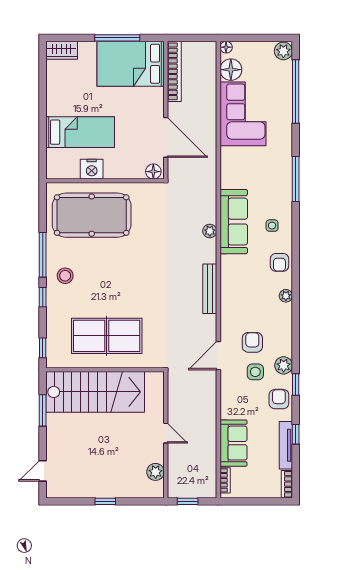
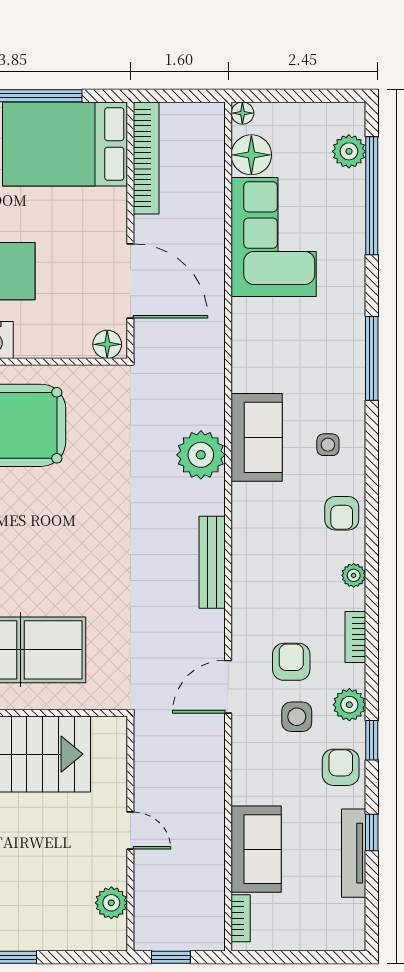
plant: (283, 51) -> (349, 151), moved
sofa: (234, 222) -> (257, 437), width x0.73
plant: (210, 231) -> (201, 455), width x1.87, depth x1.87
bookcase: (287, 484) -> (355, 637), moved

